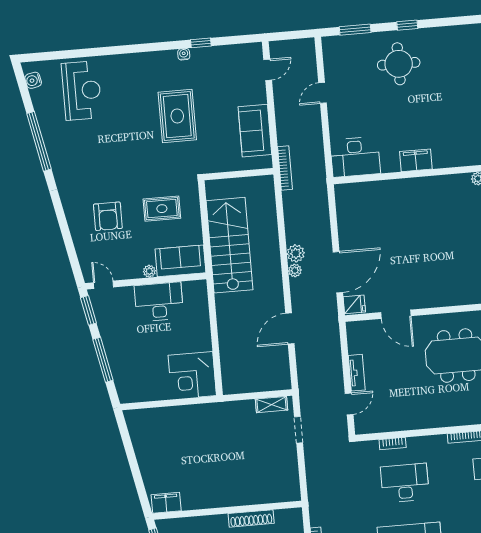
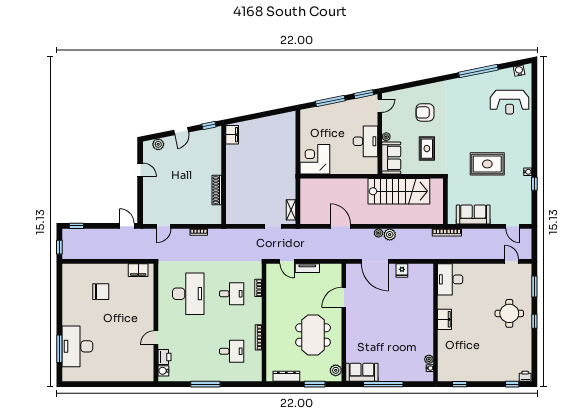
door: (322, 93) -> (512, 261), moved
fridge: (354, 304) -> (402, 270), moved
desk: (405, 483) -> (232, 294), width x0.73

